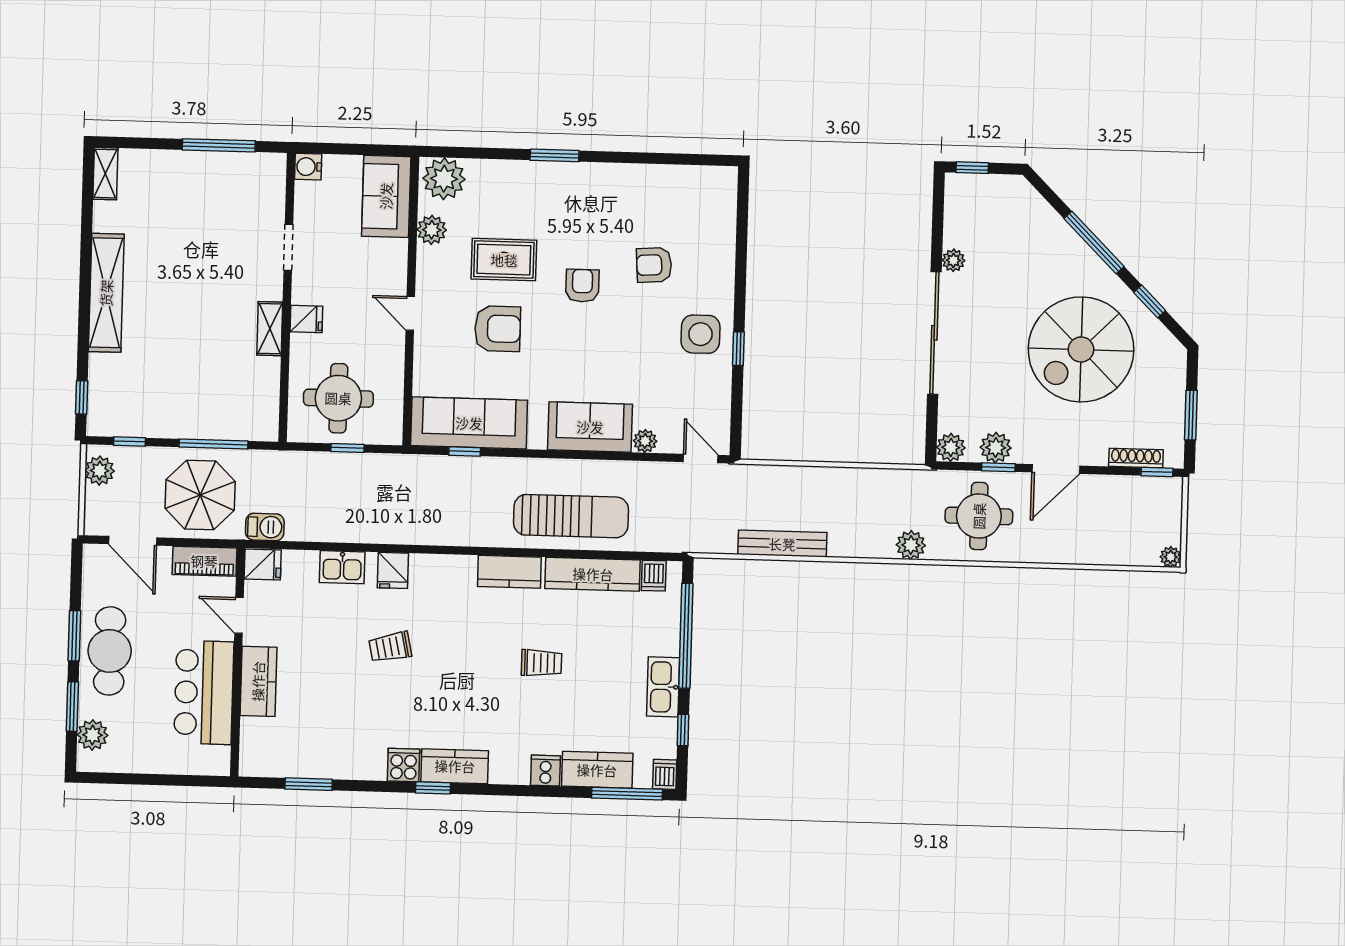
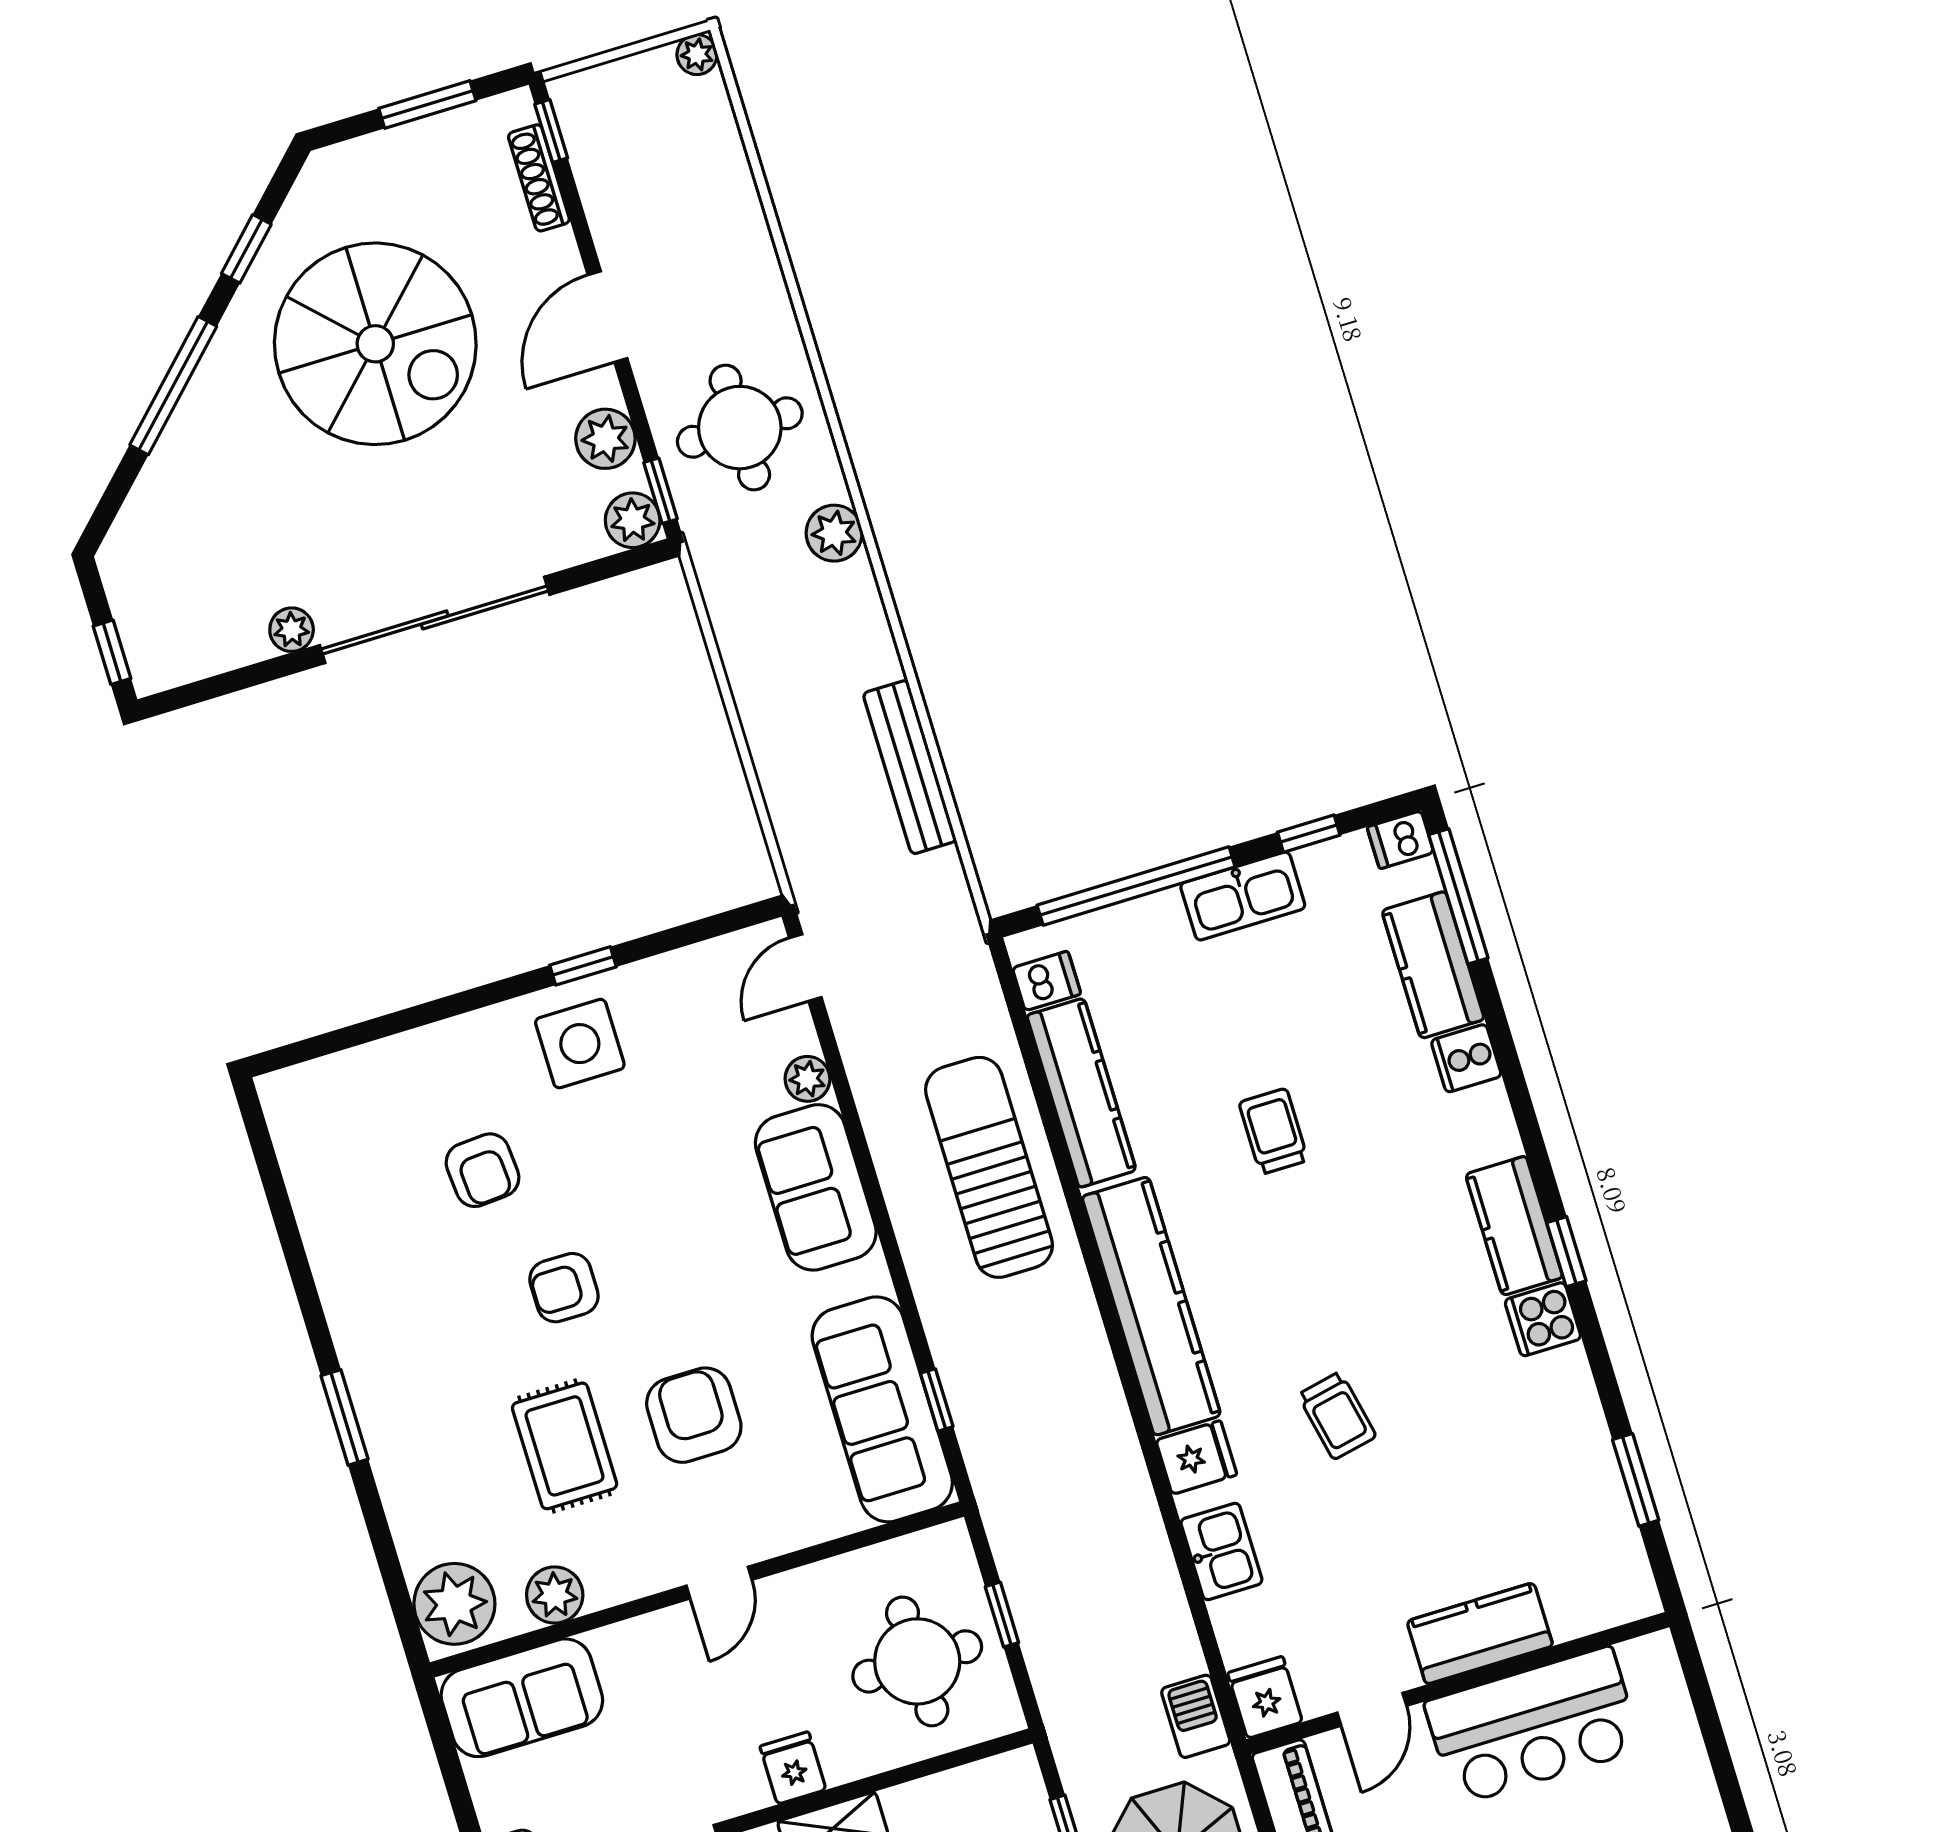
window: (998, 467) -> (660, 491), moved
door: (1056, 469) -> (608, 317), swing flipped
kitchen counter: (509, 572) -> (1151, 1306), width x2.08, depth x1.17

